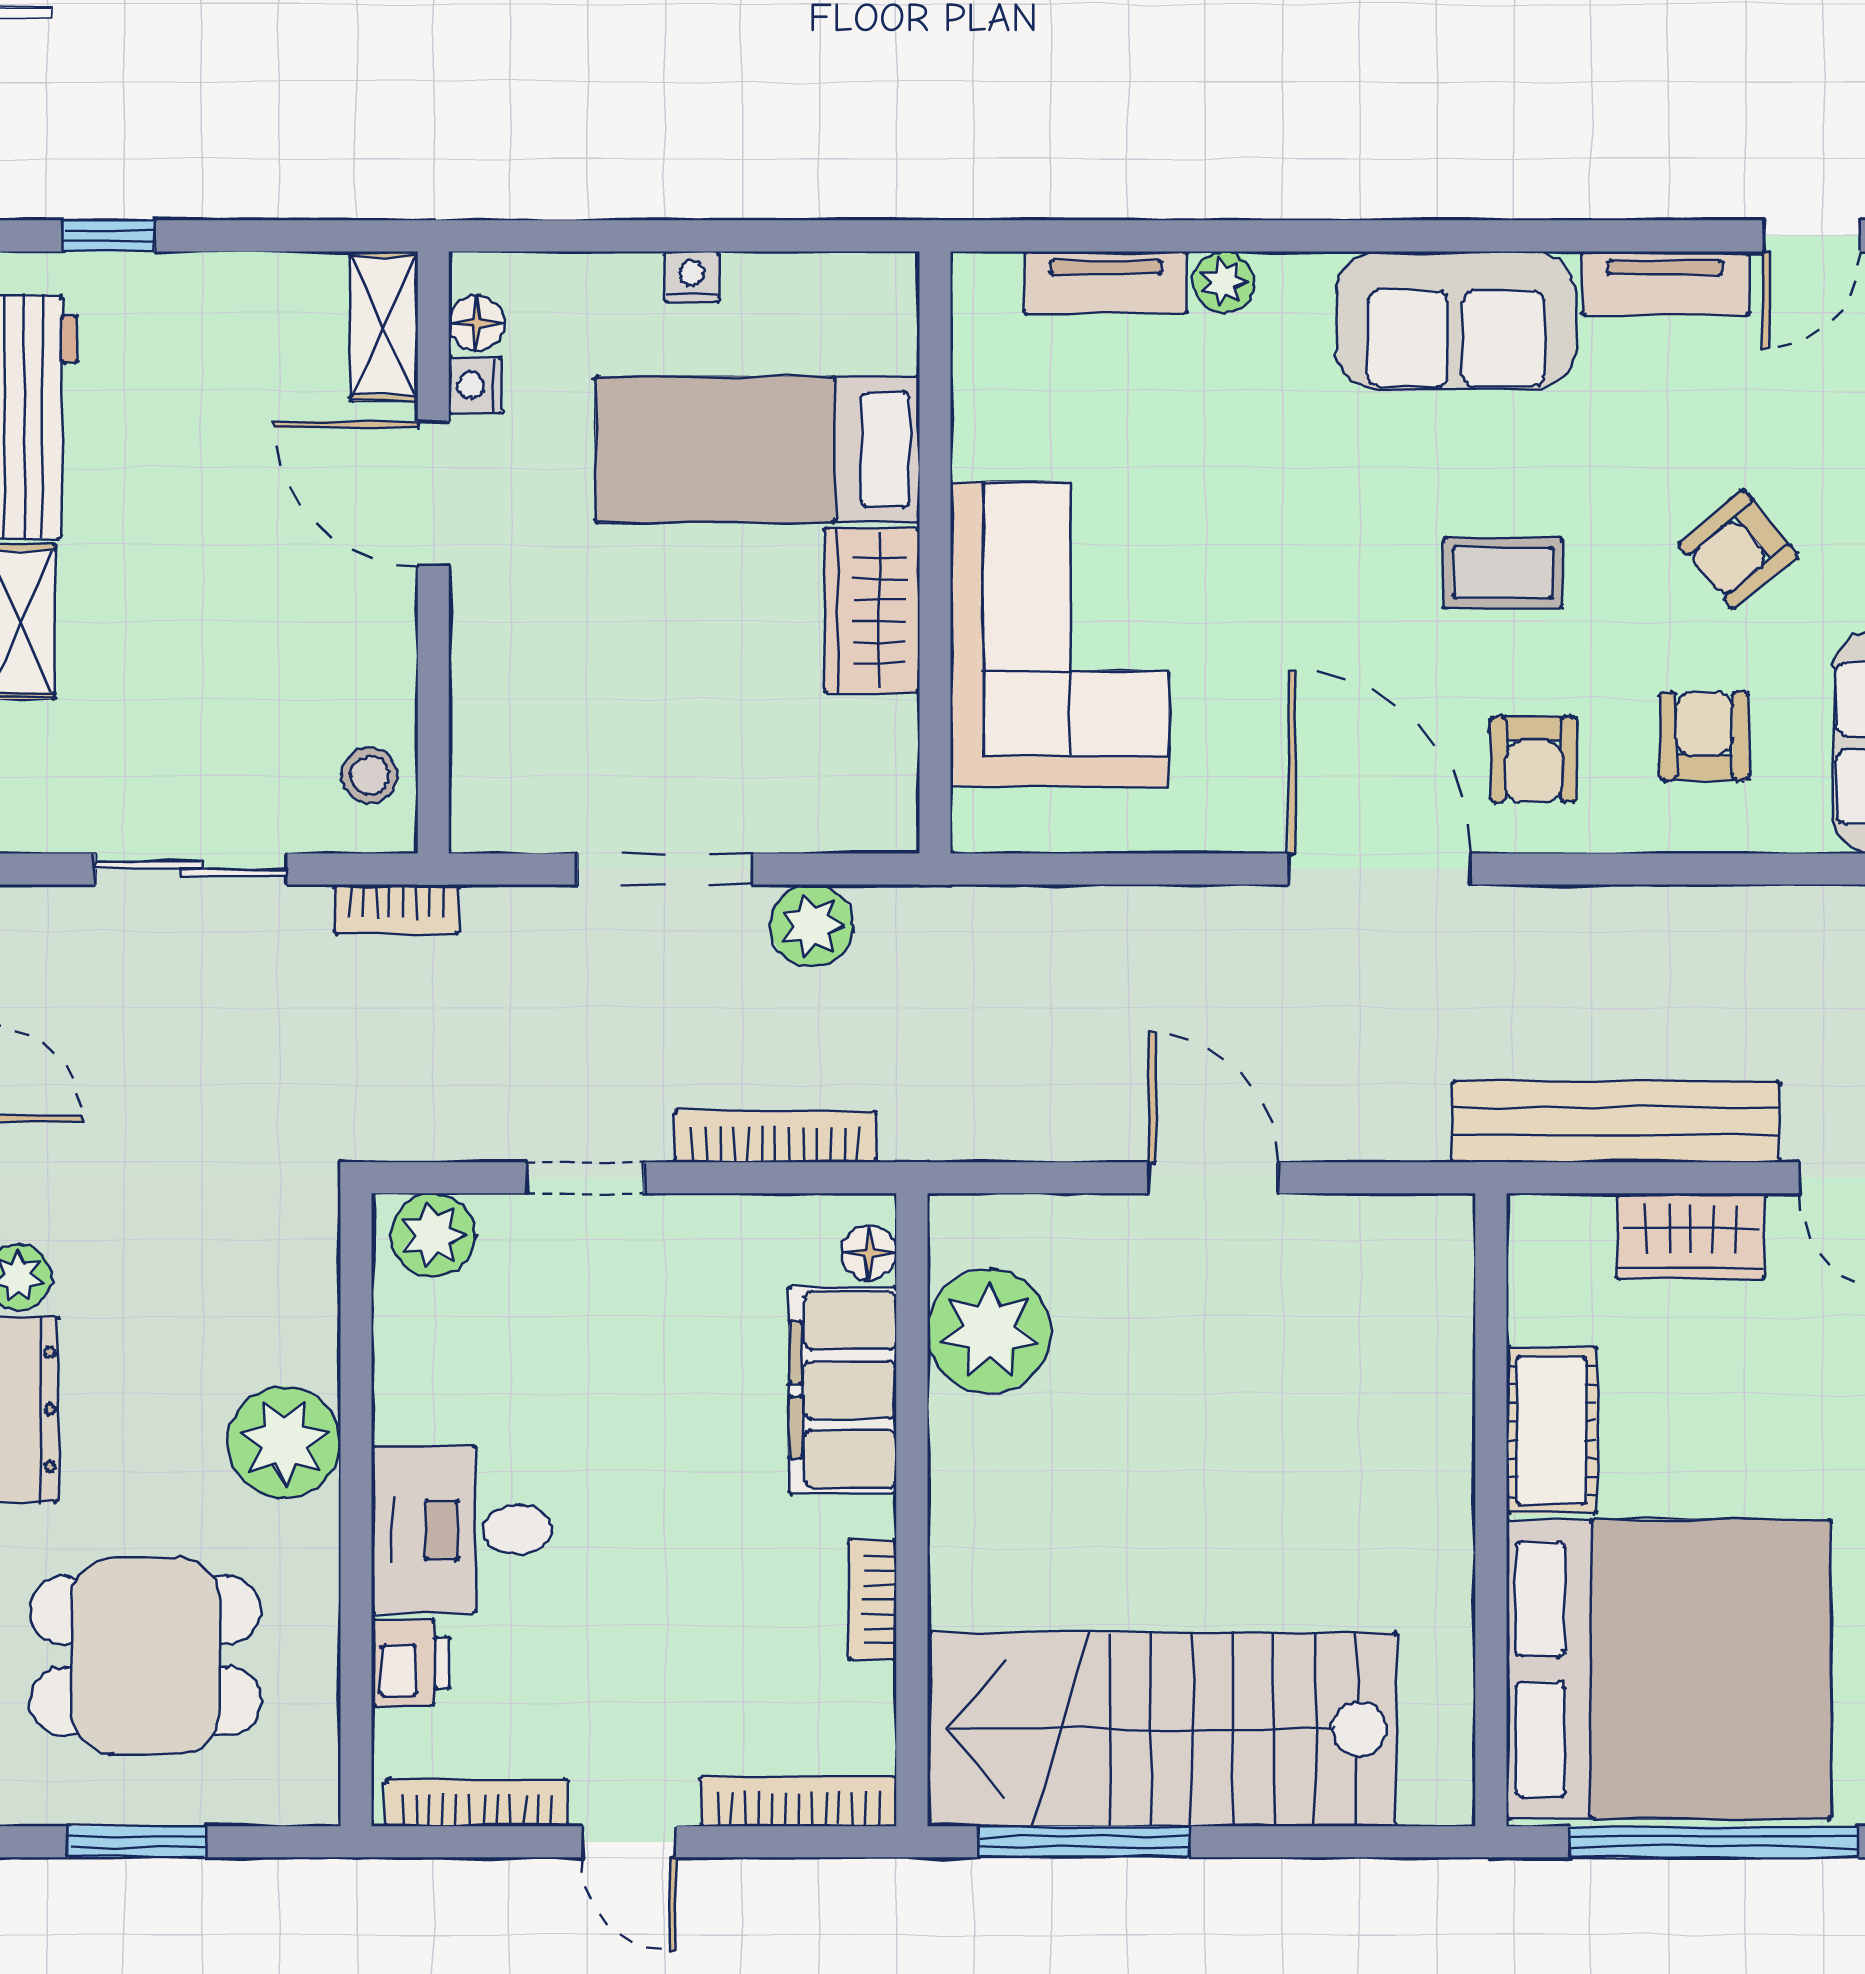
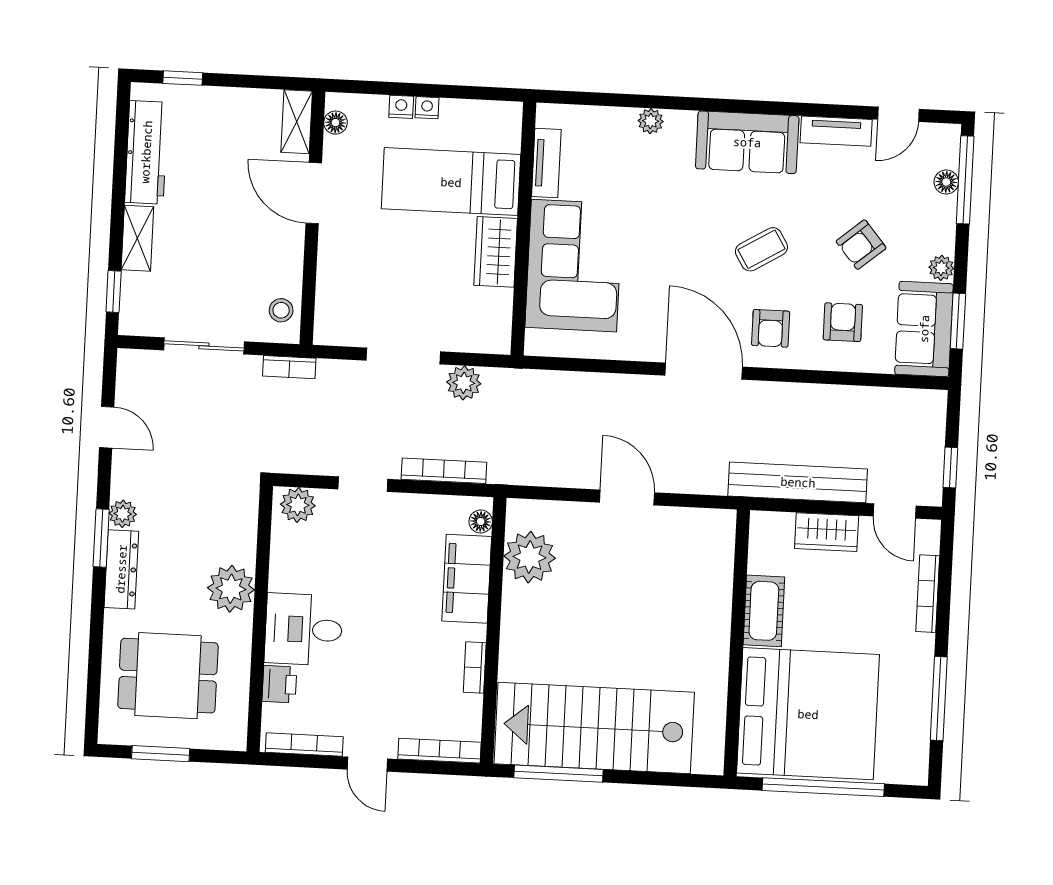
tv unit: (1106, 282) -> (546, 163), moved, turned -90
nightstand: (475, 385) -> (401, 107), moved, turned 90
coffee table: (1503, 573) -> (761, 249), turned -31

